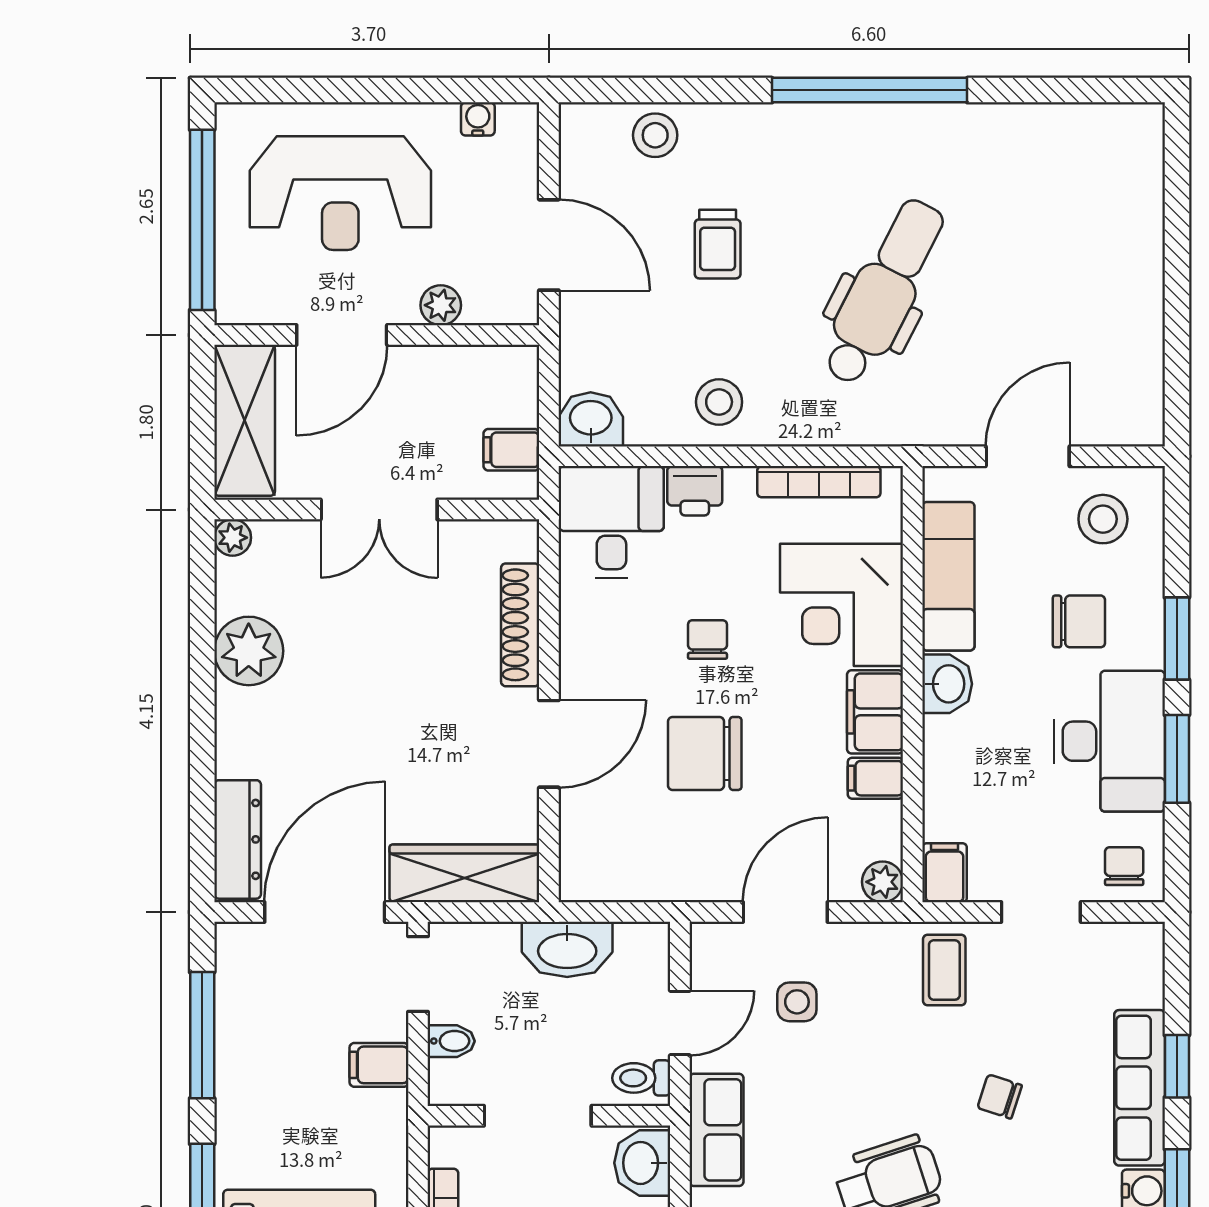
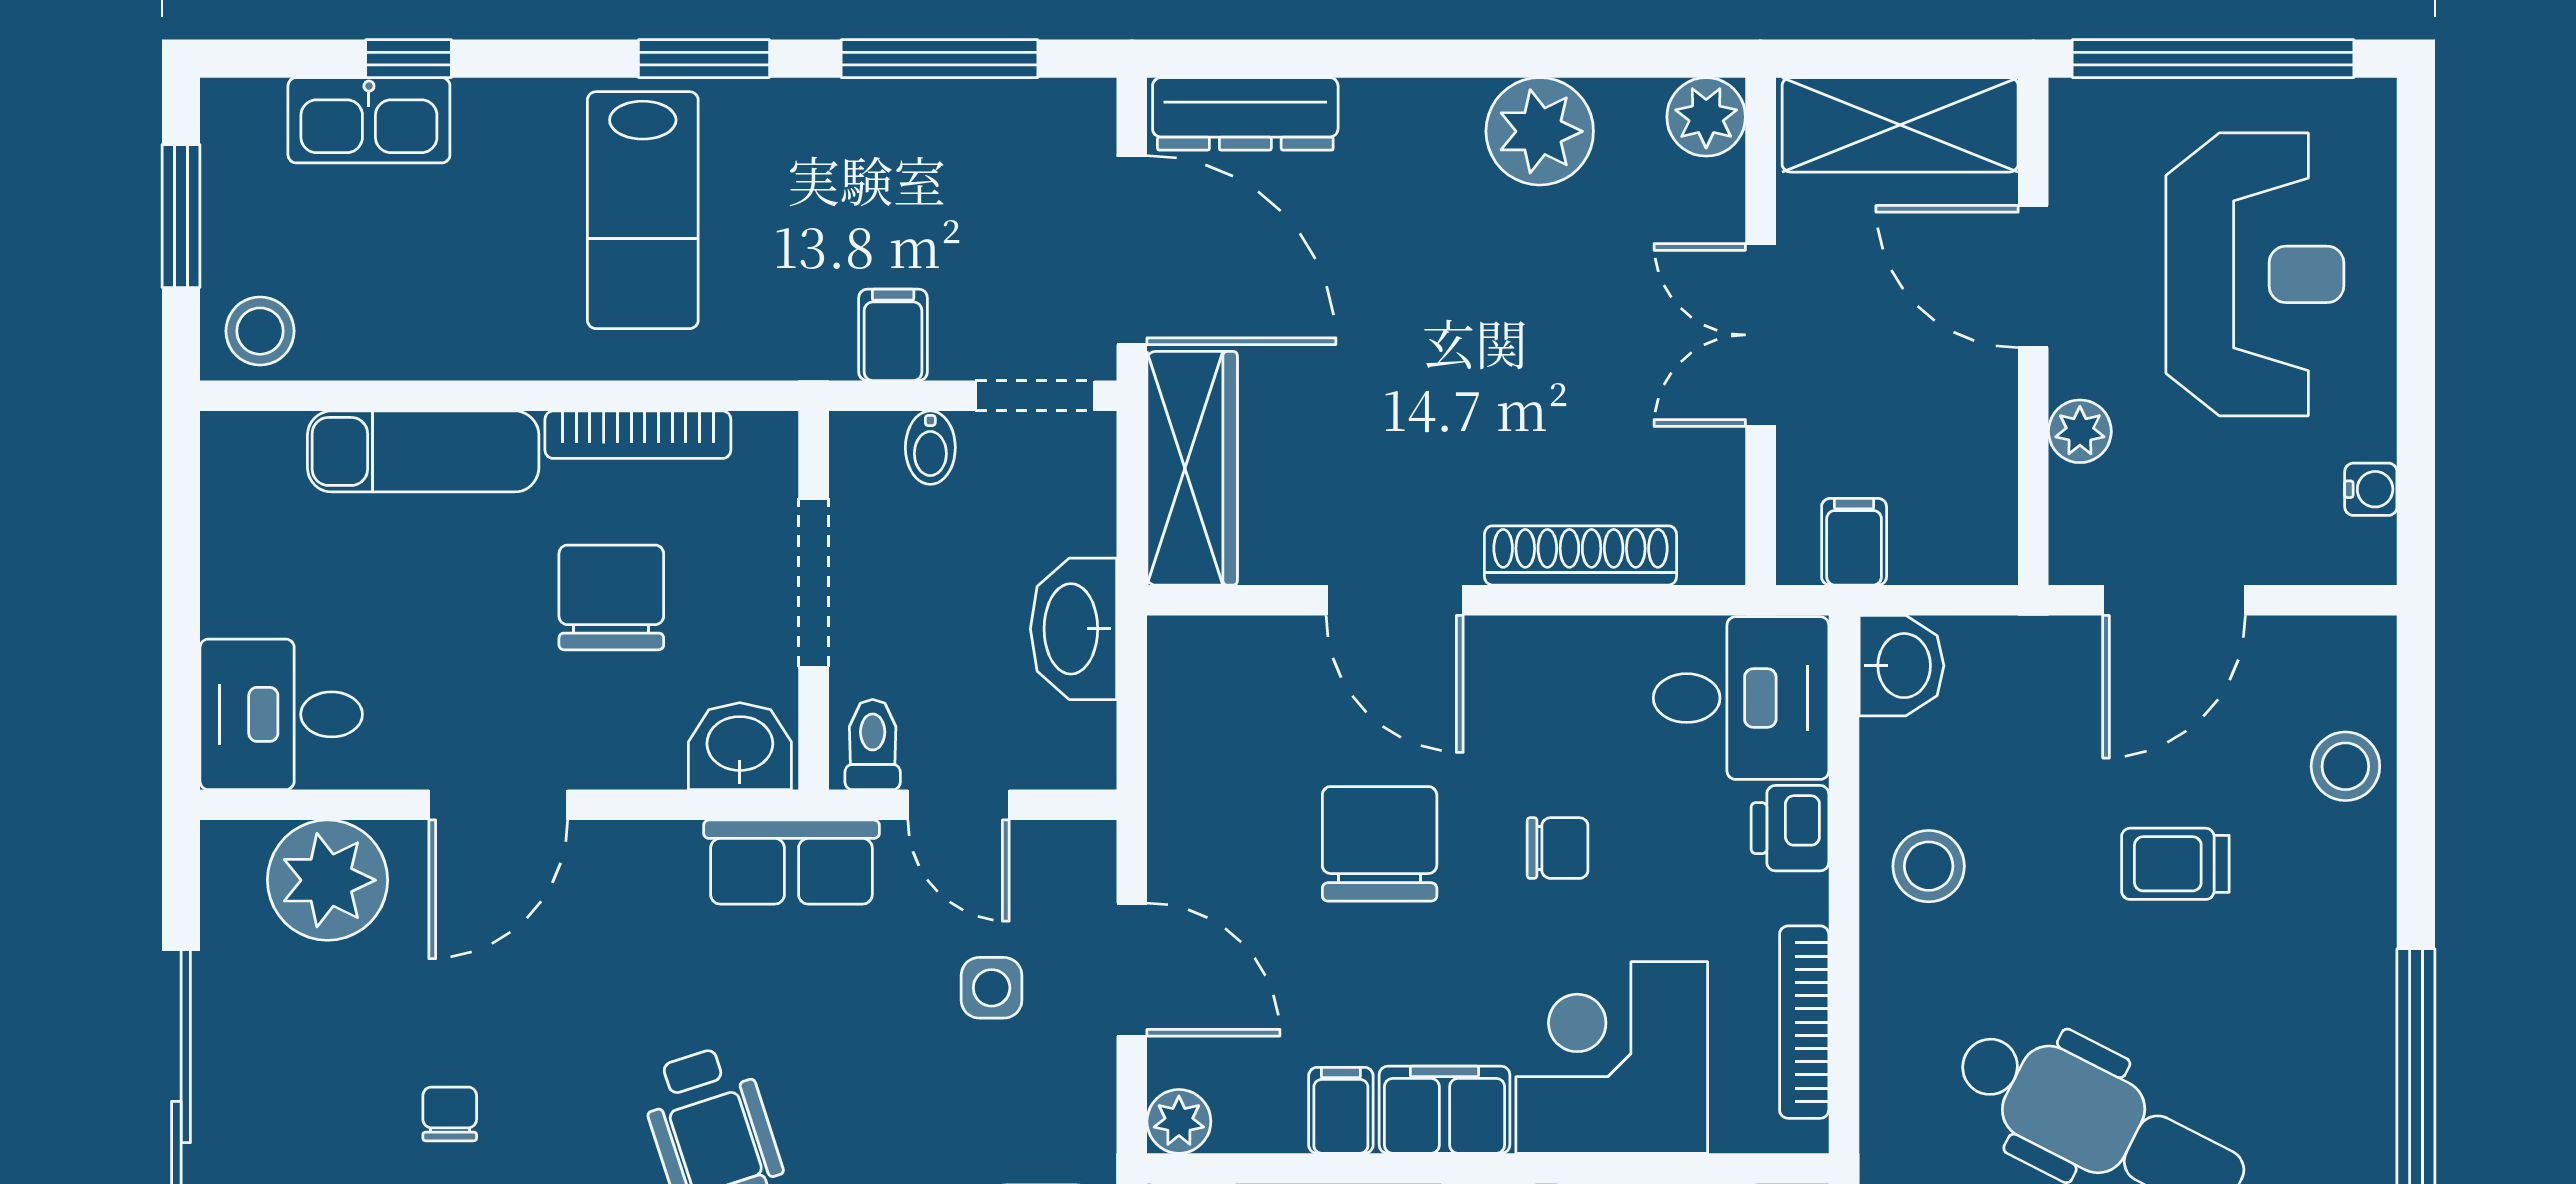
reception desk: (340, 193) -> (2255, 274), turned 180
plant: (233, 538) -> (1706, 117), width x1.38, depth x1.38

